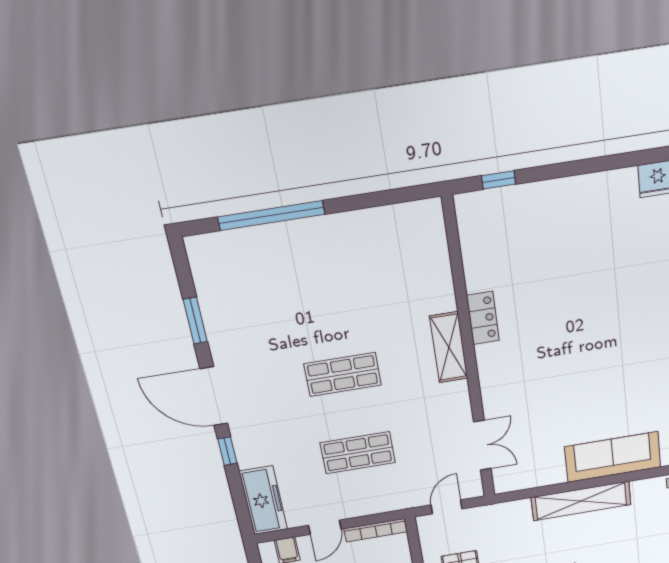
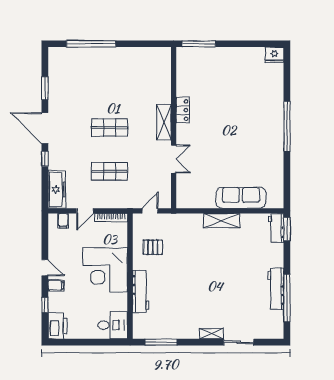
window: (499, 180) -> (199, 44), width x2.17
double door: (482, 445) -> (174, 159), moved
shelving: (581, 501) -> (222, 221), width x0.68

